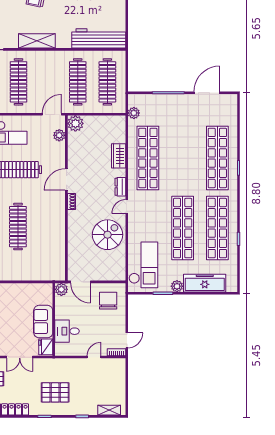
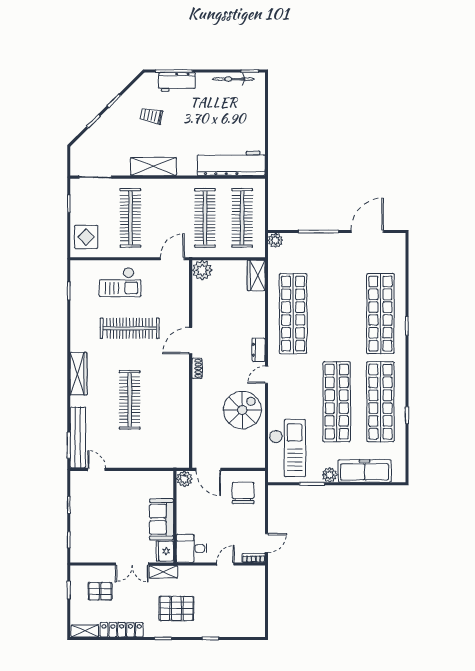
plant: (134, 113) -> (275, 240), moved
plant: (59, 135) -> (182, 285), removed
wardrobe: (119, 156) -> (256, 275), moved
desk: (67, 331) -> (191, 548), moved
shelving: (109, 410) -> (163, 572), moved

